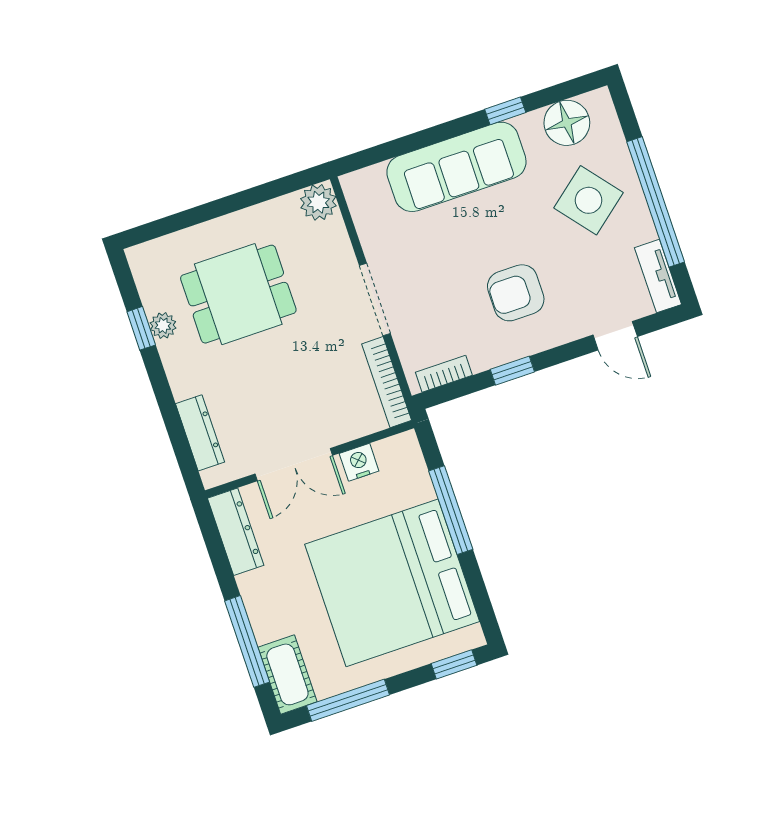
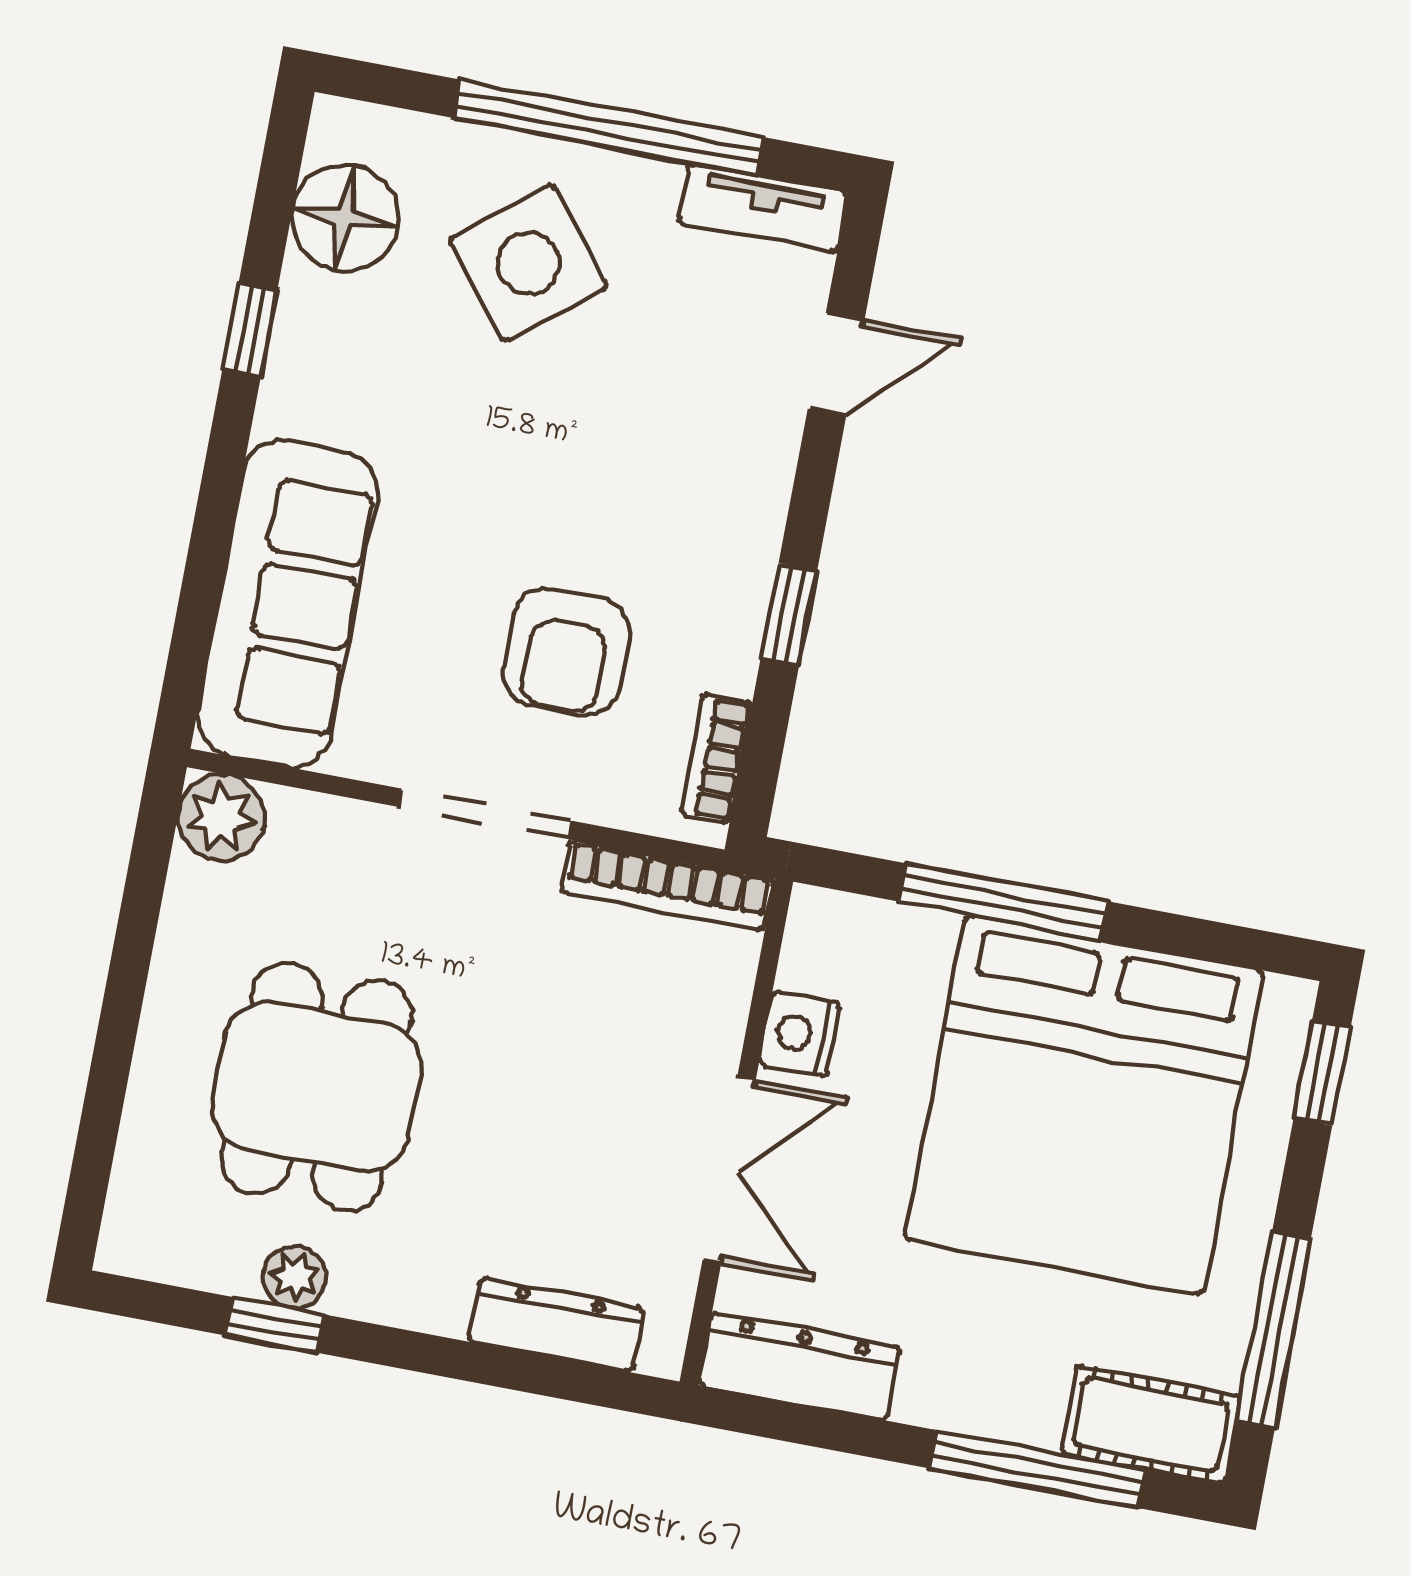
sofa: (456, 167) -> (287, 604), moved
armchair: (516, 293) -> (566, 652), moved

